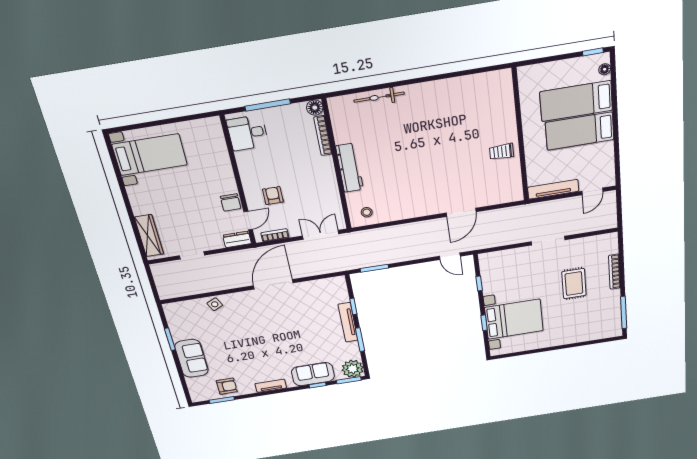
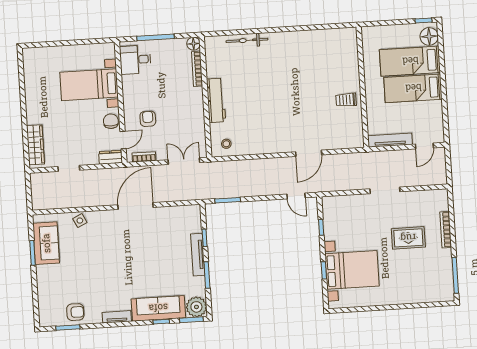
floor lamp: (605, 69) -> (429, 36), width x1.89, depth x1.89
bed with nightstands: (150, 155) -> (89, 85), moved, turned 180
chair: (231, 202) -> (111, 121), turned 180
rug: (574, 284) -> (408, 238), turned 90
sofa: (192, 358) -> (46, 243), moved
sofa: (313, 374) -> (158, 308), width x1.36

